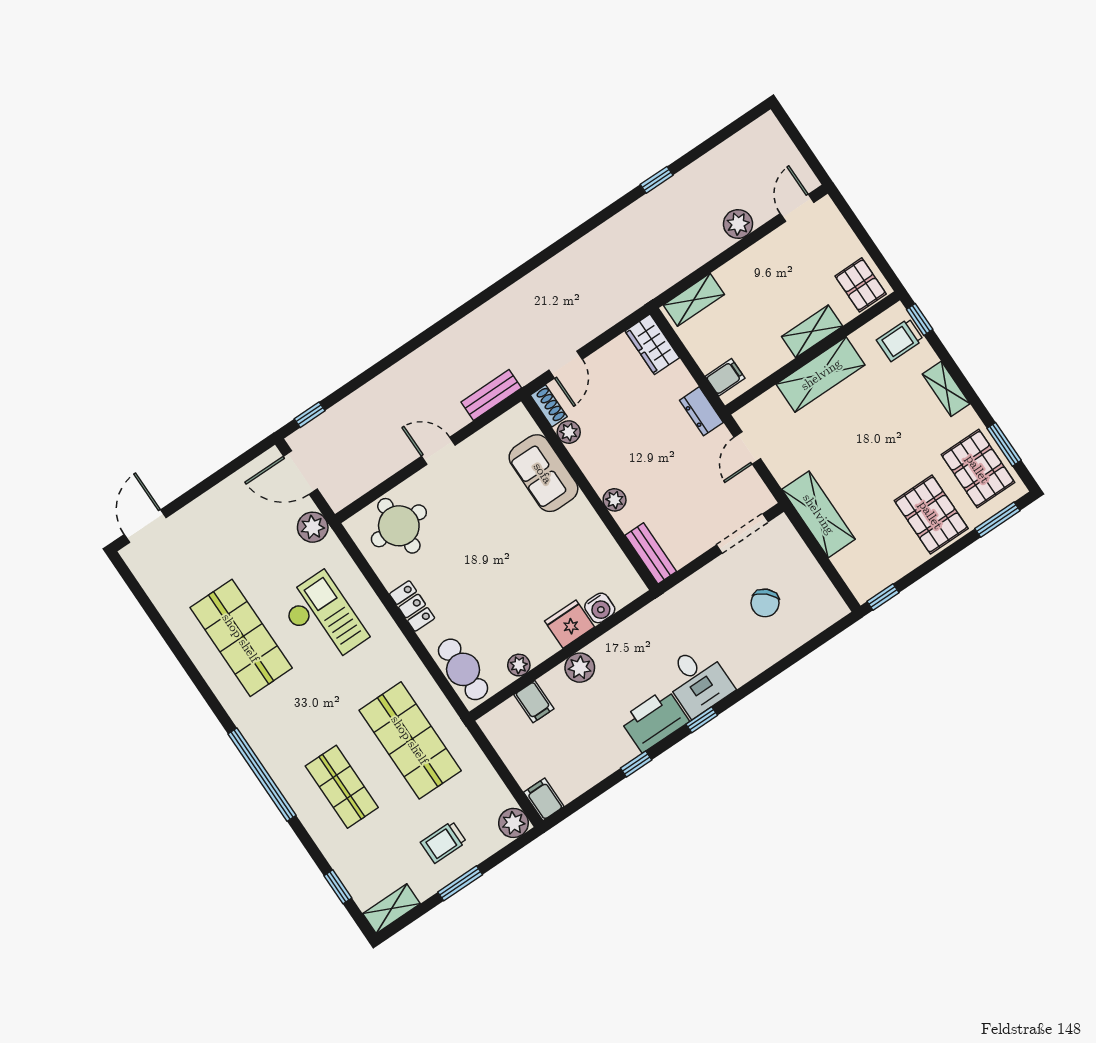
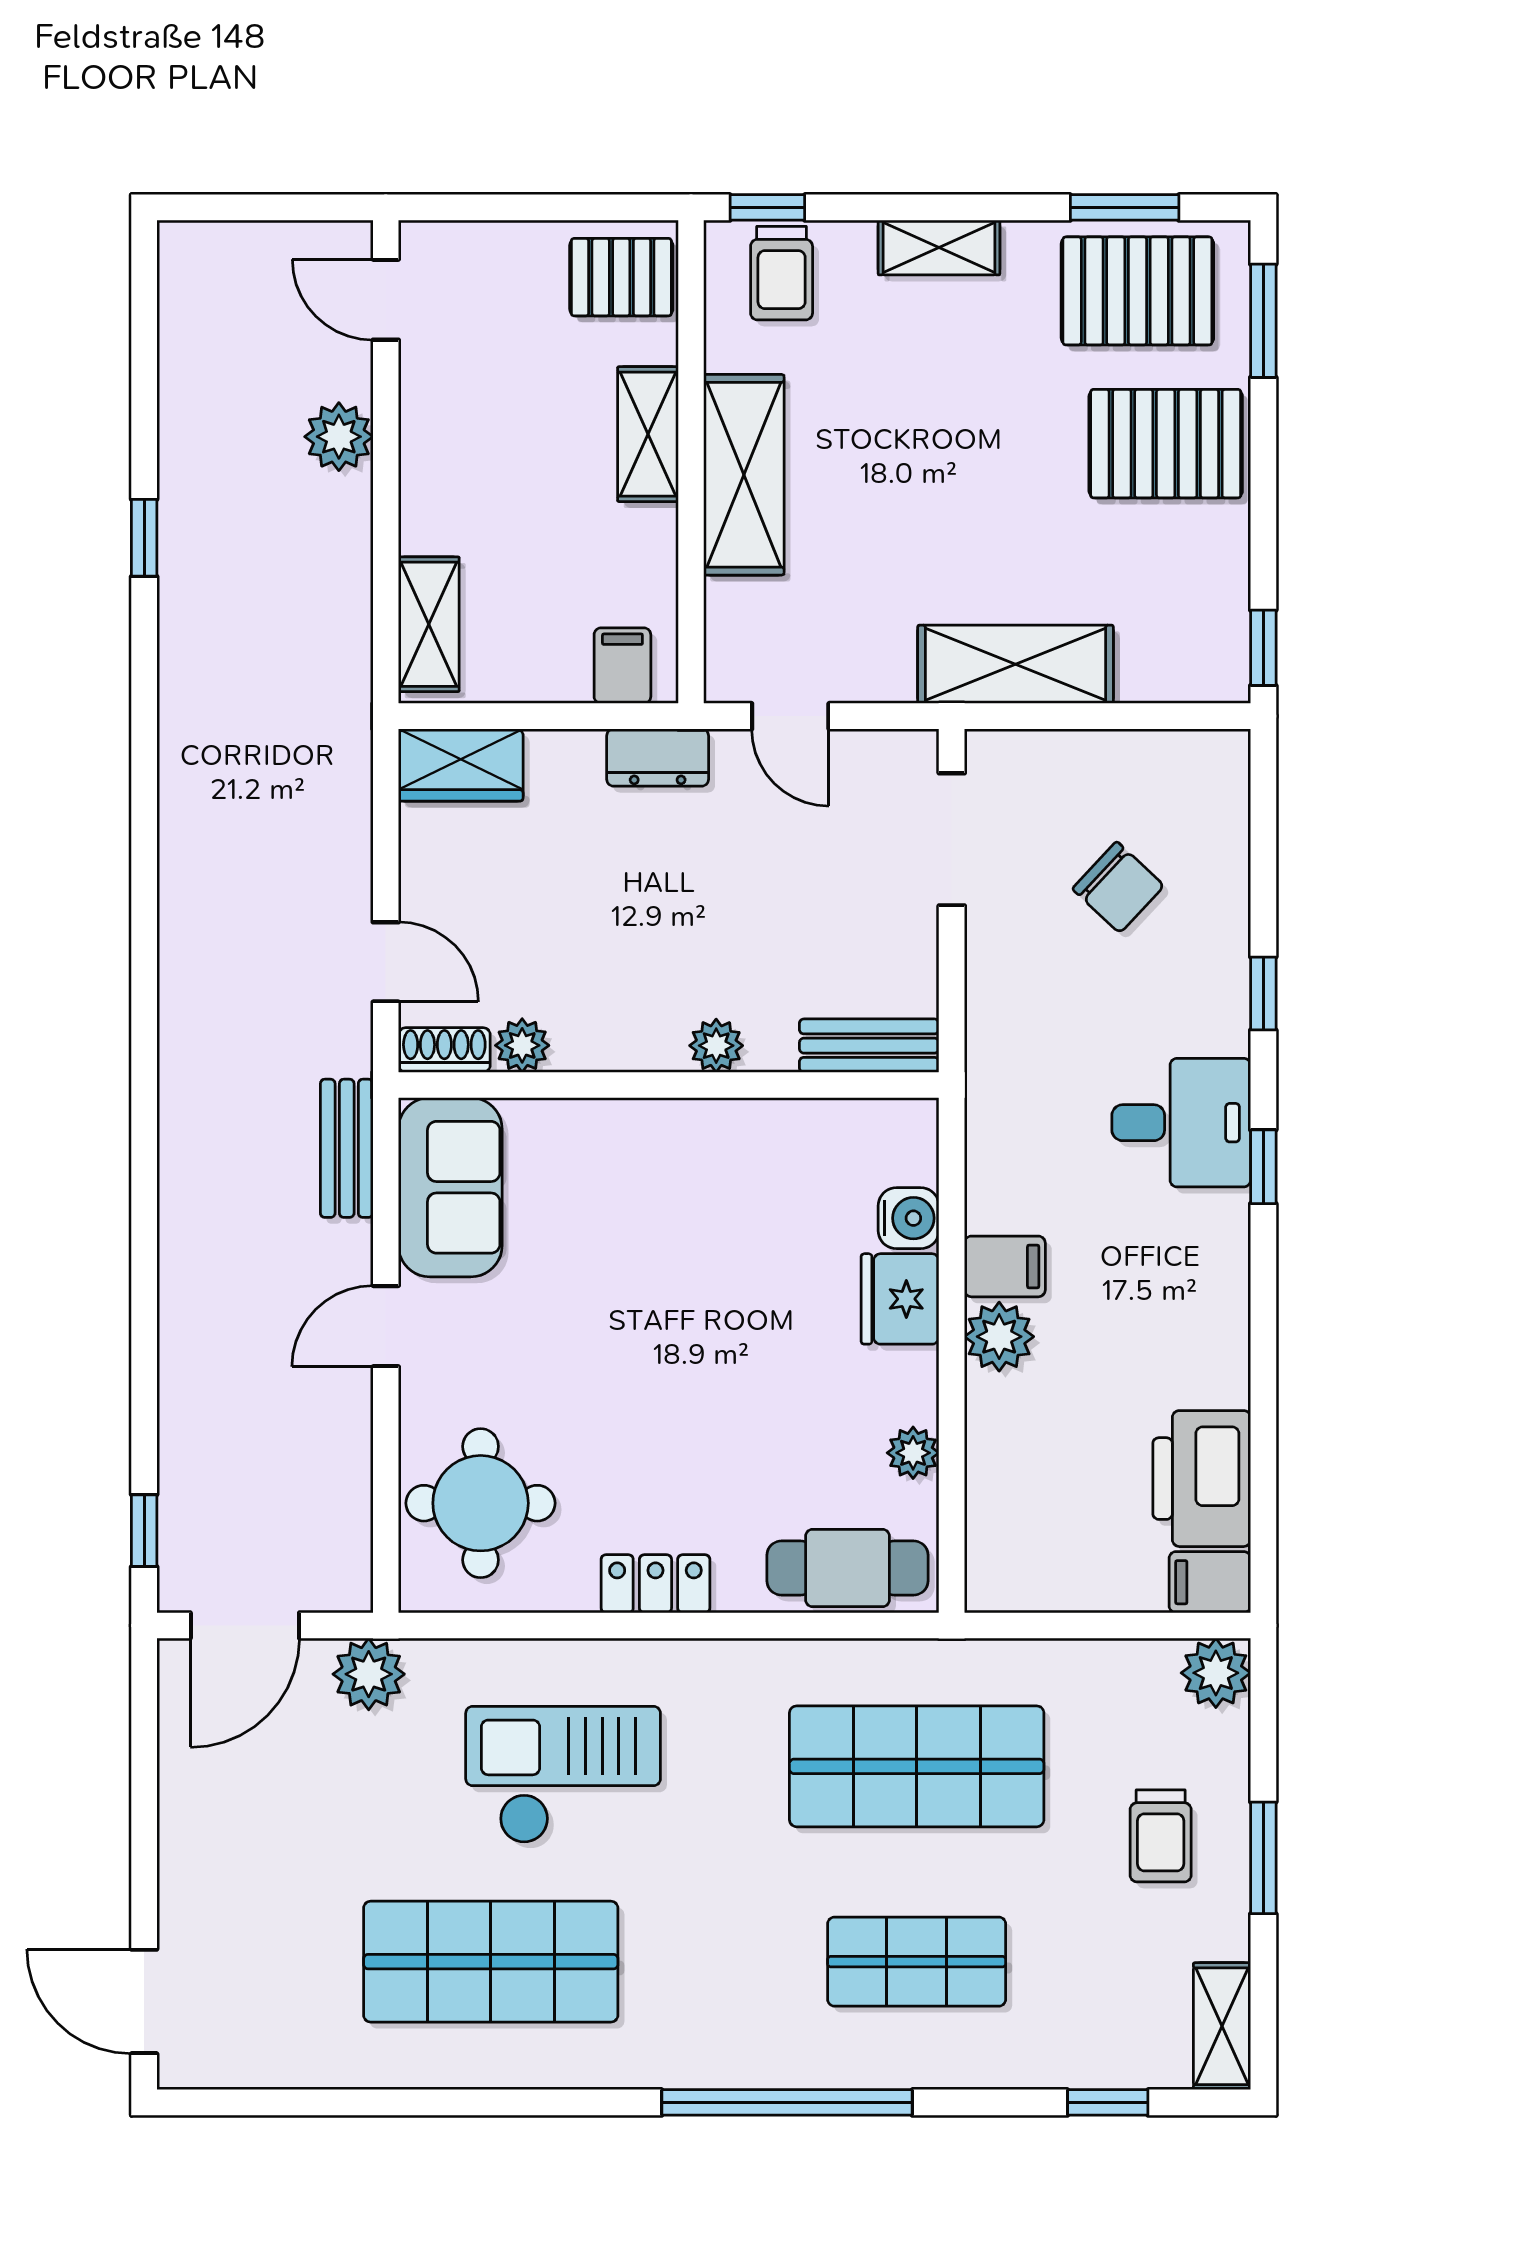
sofa: (543, 473) -> (450, 1187), moved, turned -90
filing cabinet: (534, 702) -> (1005, 1266), moved
printer: (654, 720) -> (1202, 1479), moved
window: (636, 764) -> (1263, 993), moved

